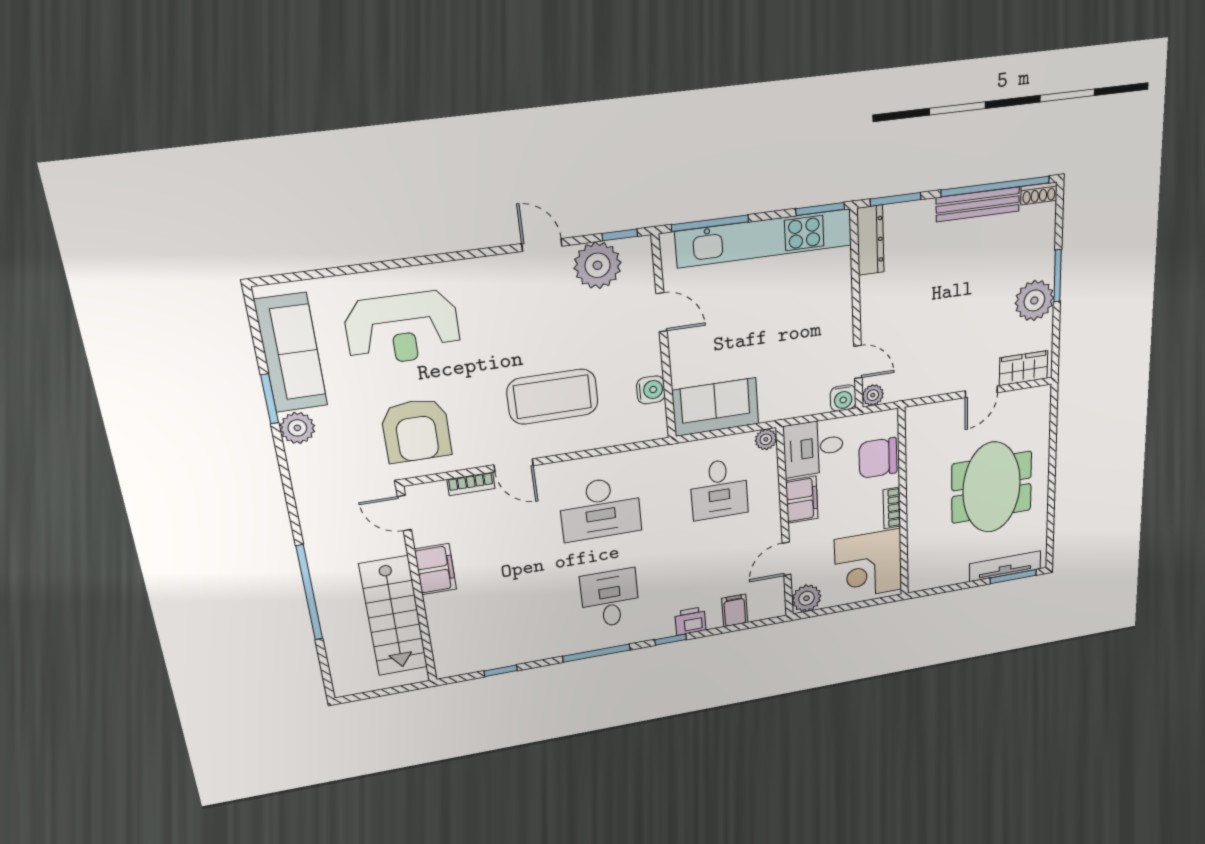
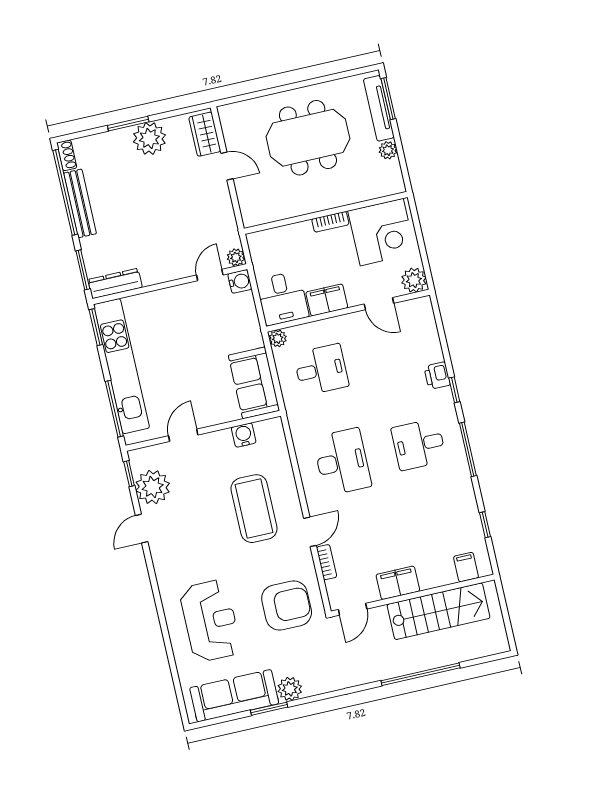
chair: (878, 458) -> (288, 242), removed
plant: (958, 575) -> (388, 150), added
filing cabinet: (735, 610) -> (466, 567), moved, turned 90

